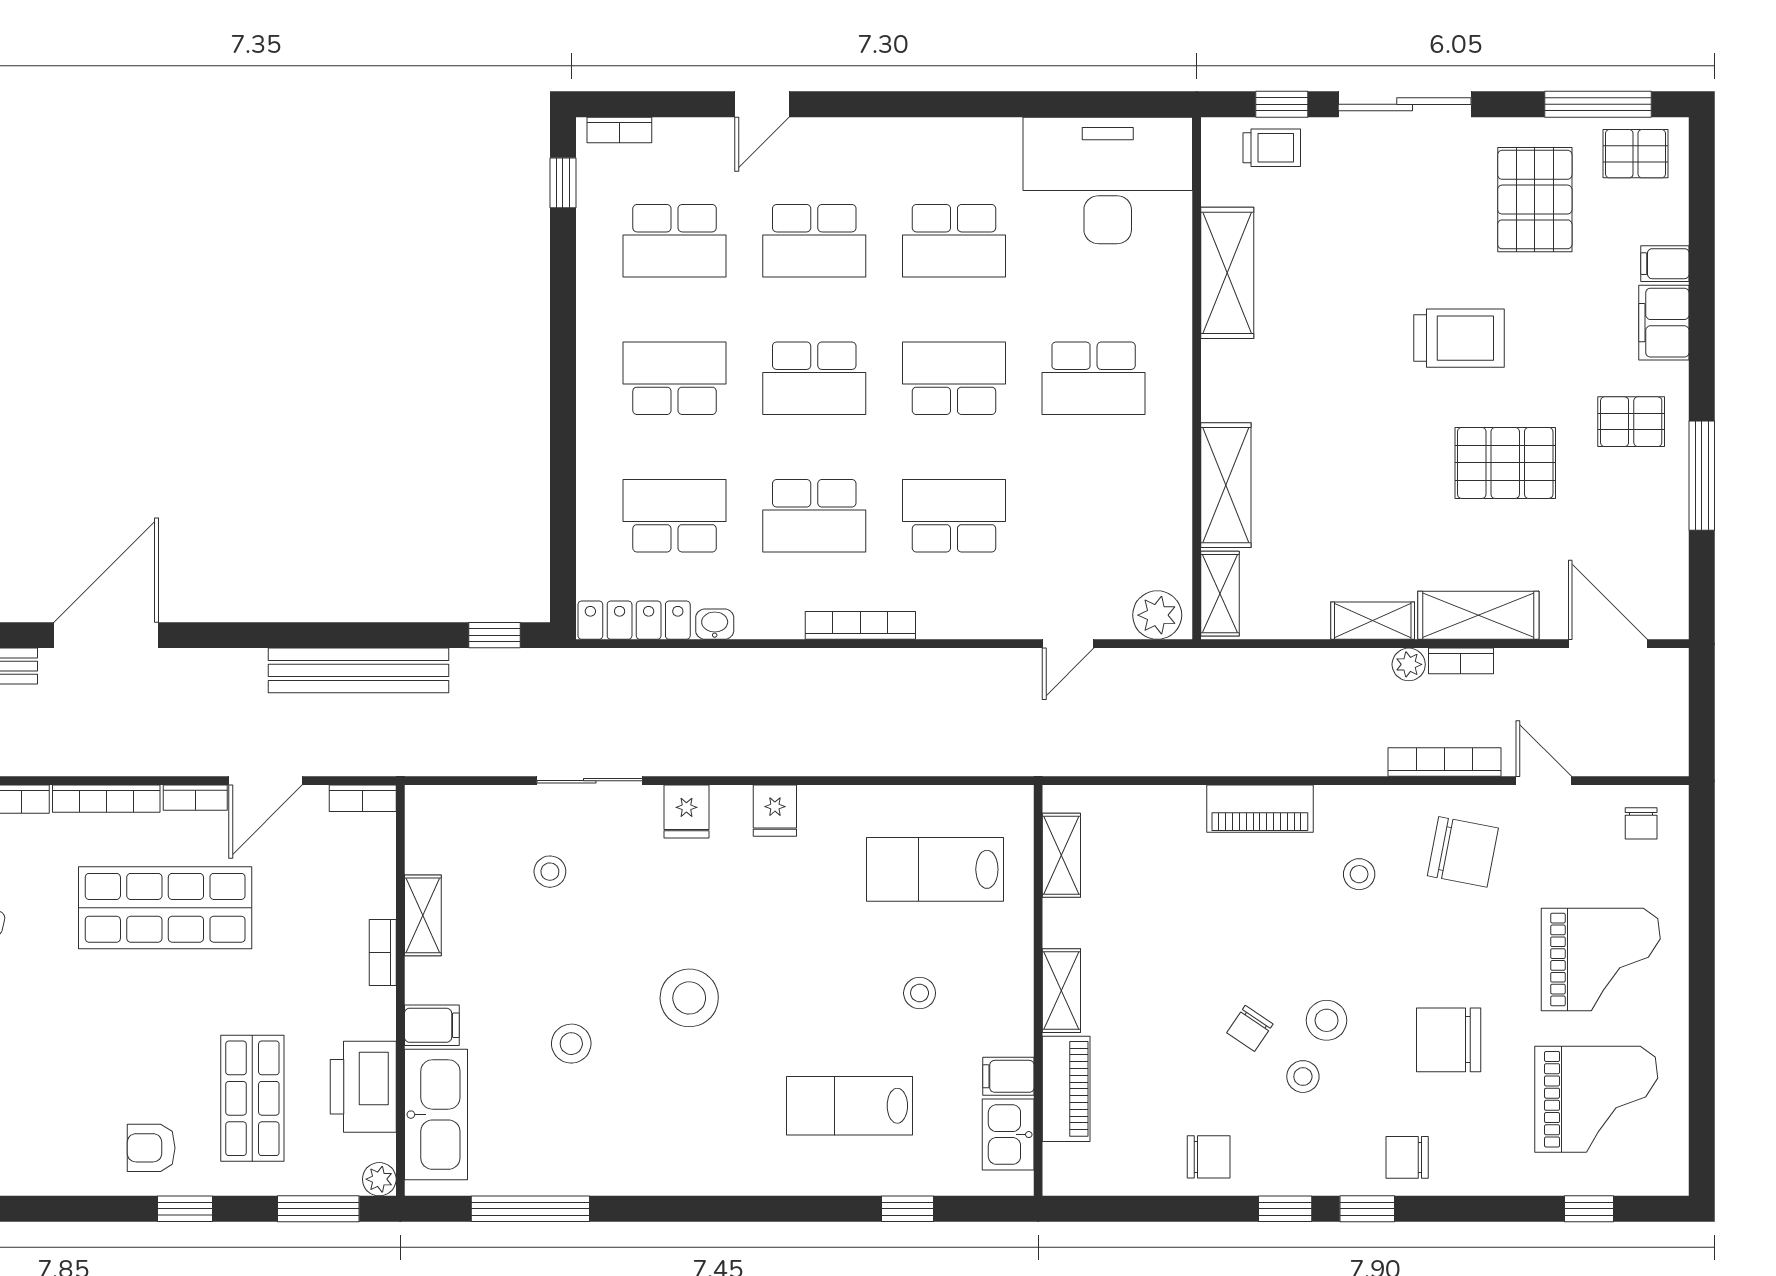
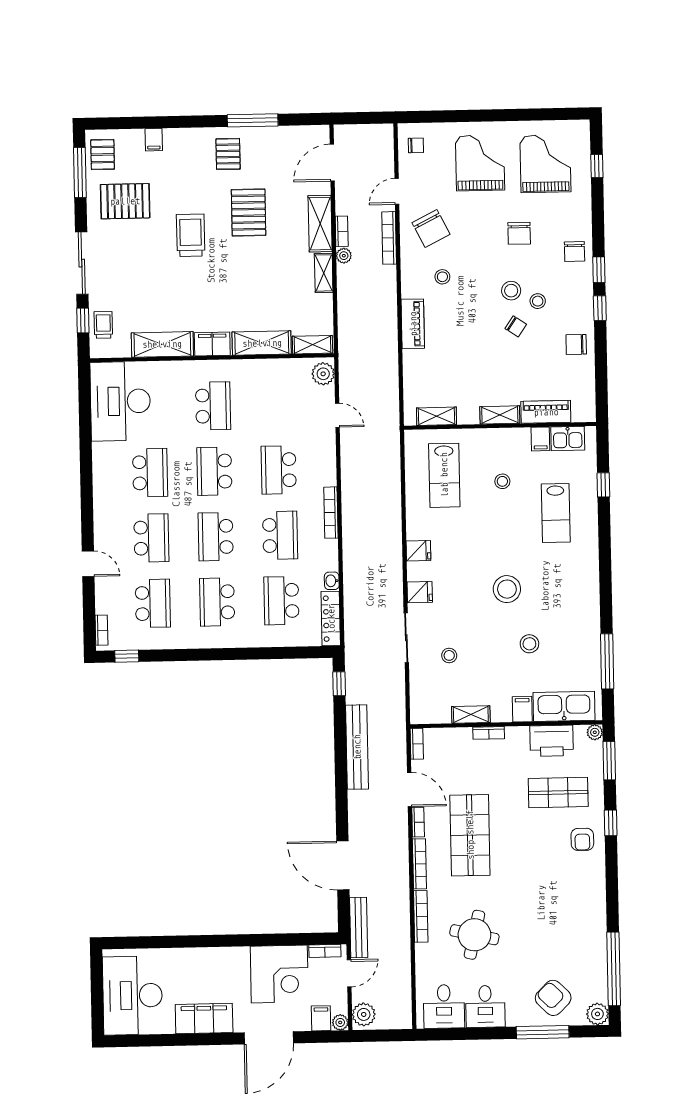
filing cabinet: (1664, 323) -> (212, 344), moved, turned 180
school desk: (814, 378) -> (216, 537), turned 180
chair: (1463, 852) -> (431, 228), turned 142
chair: (1449, 1040) -> (519, 233), width x0.73, depth x0.73
chair: (1209, 1157) -> (576, 344), turned -90

